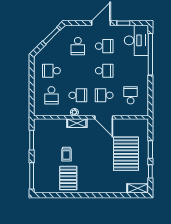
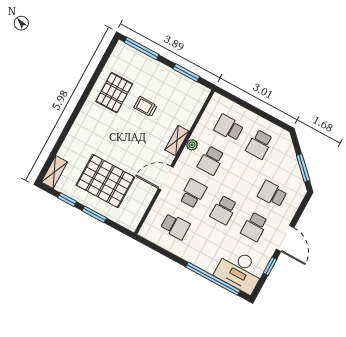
school desk: (51, 71) -> (259, 144), turned 180
pallet: (68, 178) -> (114, 93), turned 90

